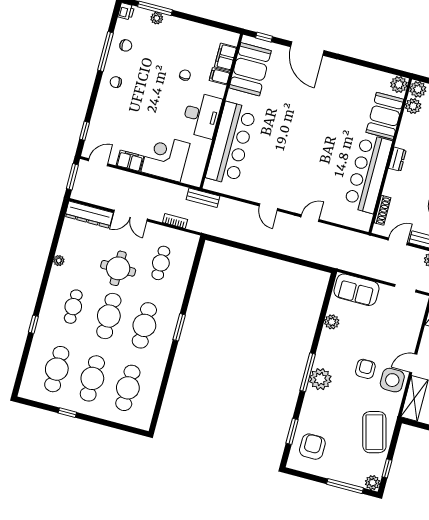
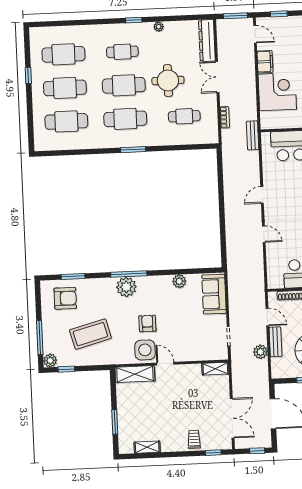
window: (33, 324) -> (134, 20), moved
armchair: (365, 369) -> (147, 323), turned -90
coffee table: (374, 432) -> (90, 334), moved

